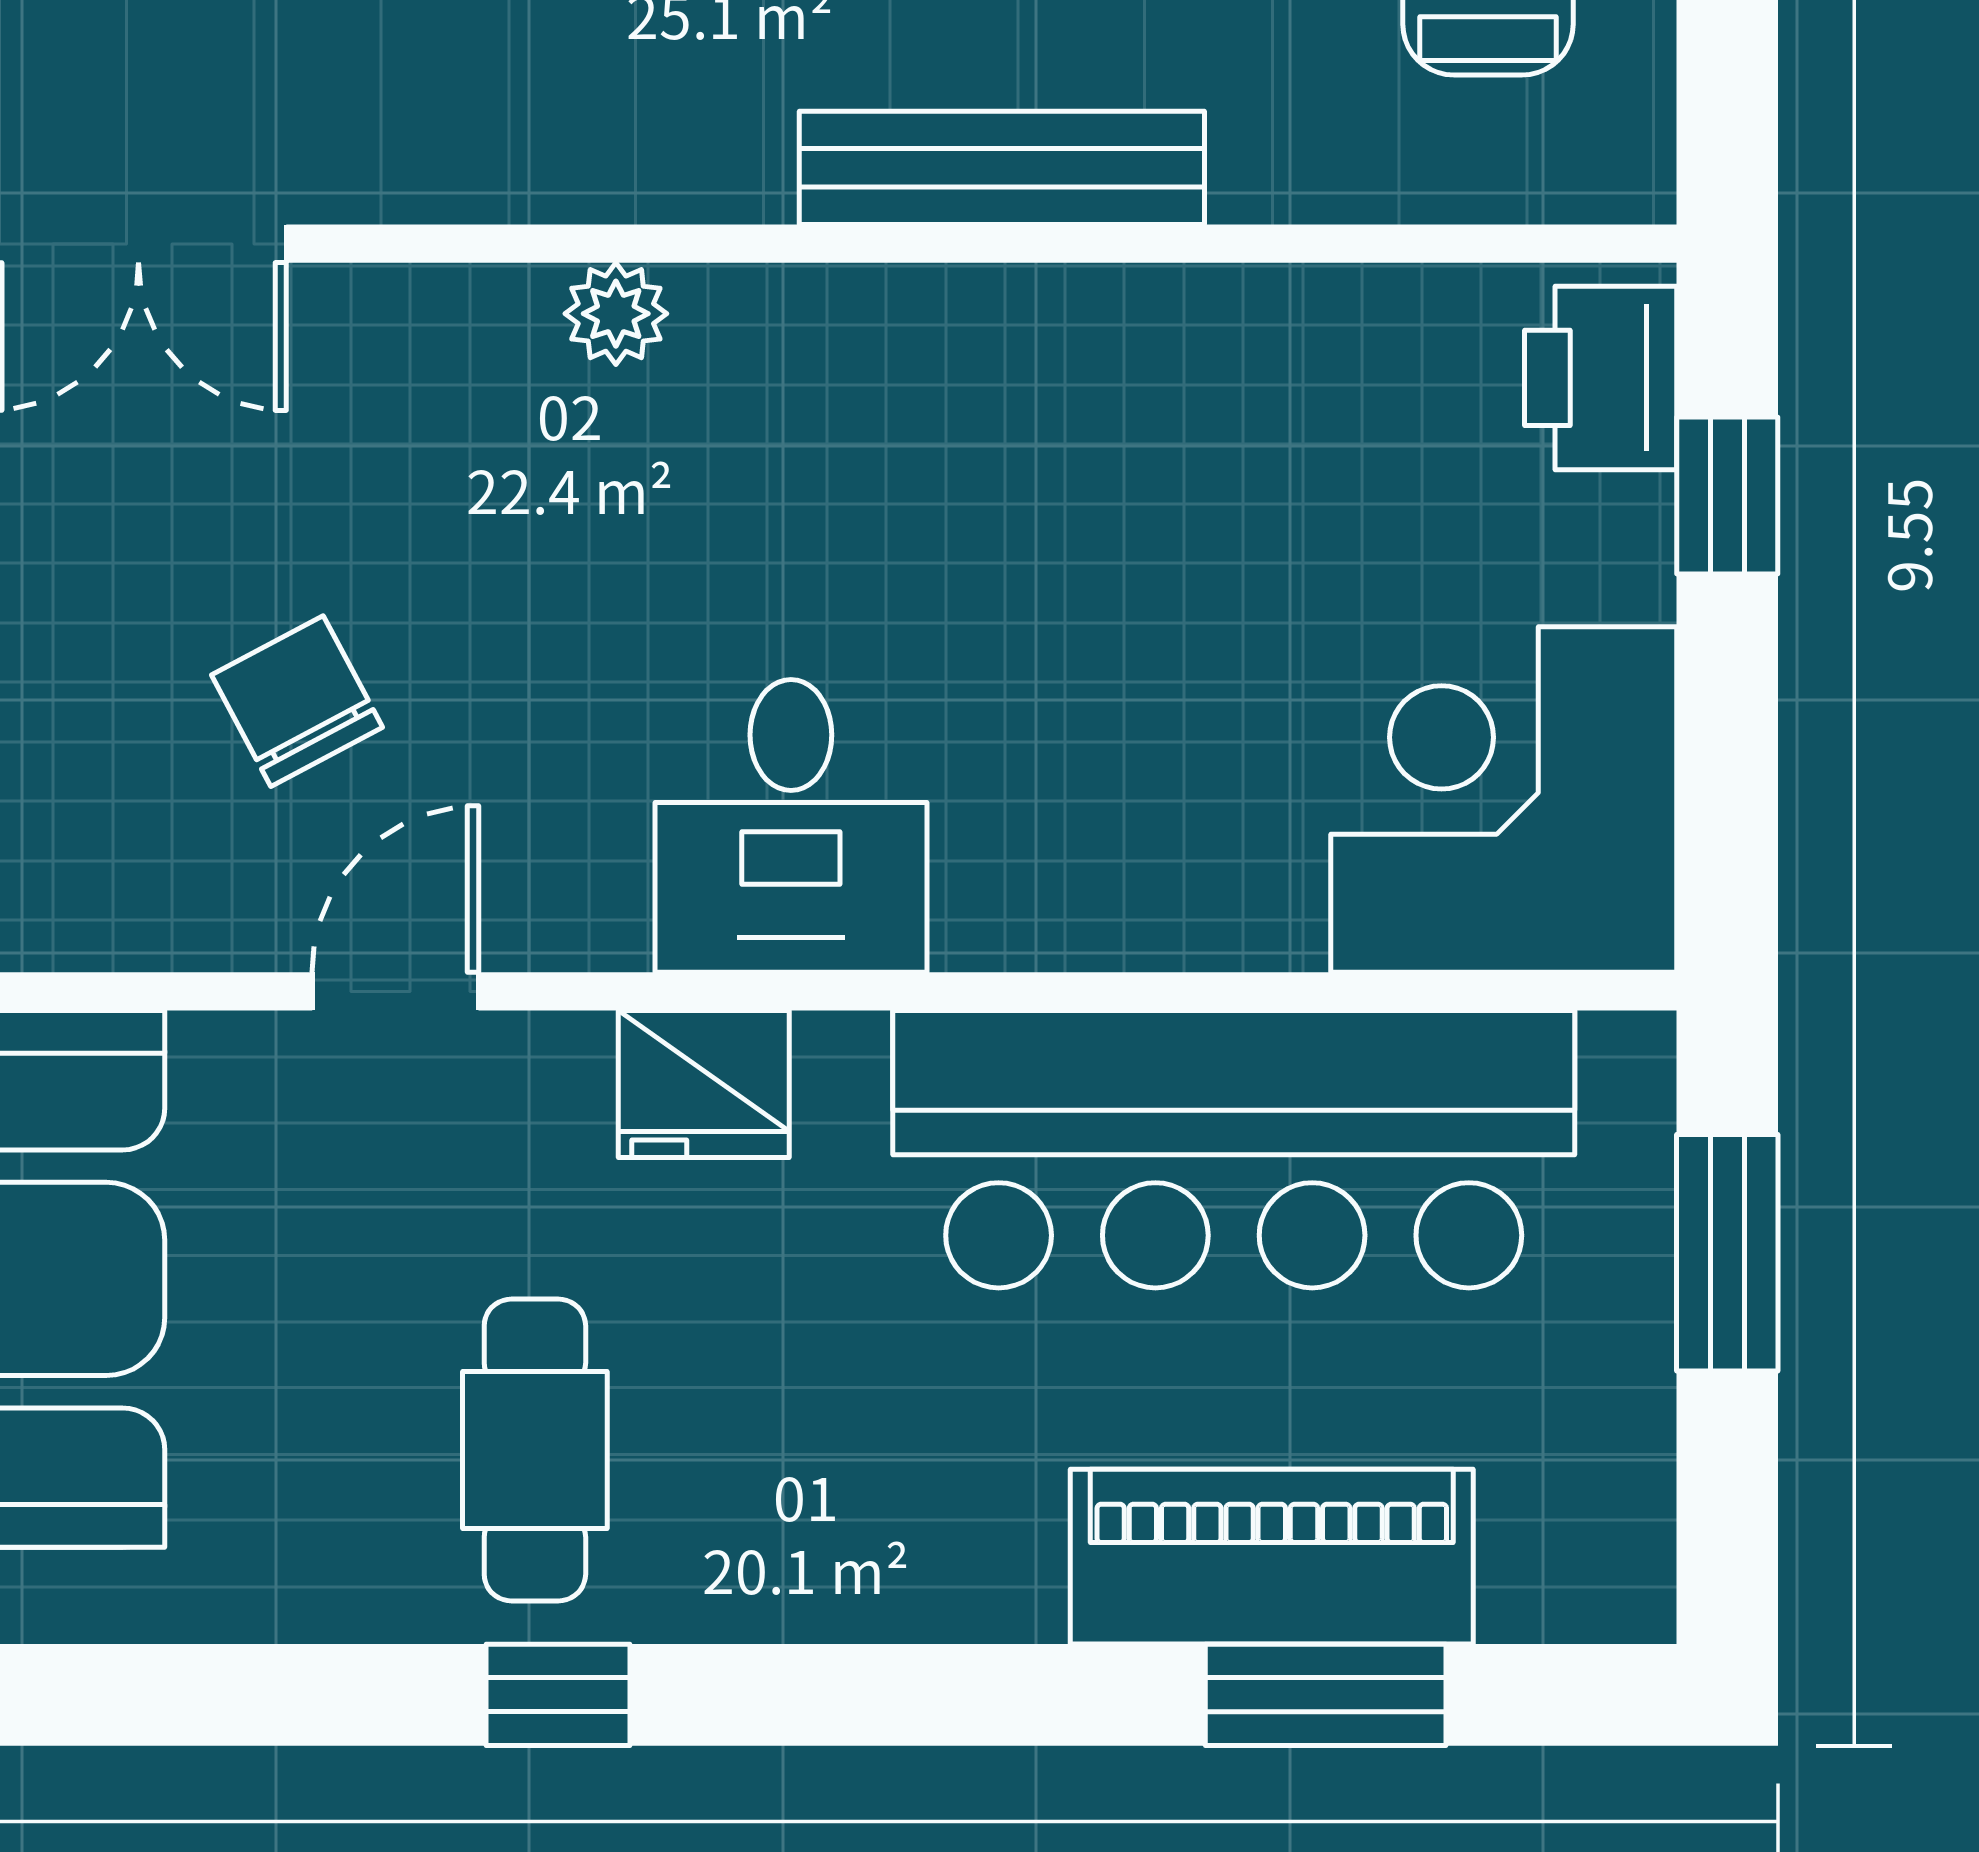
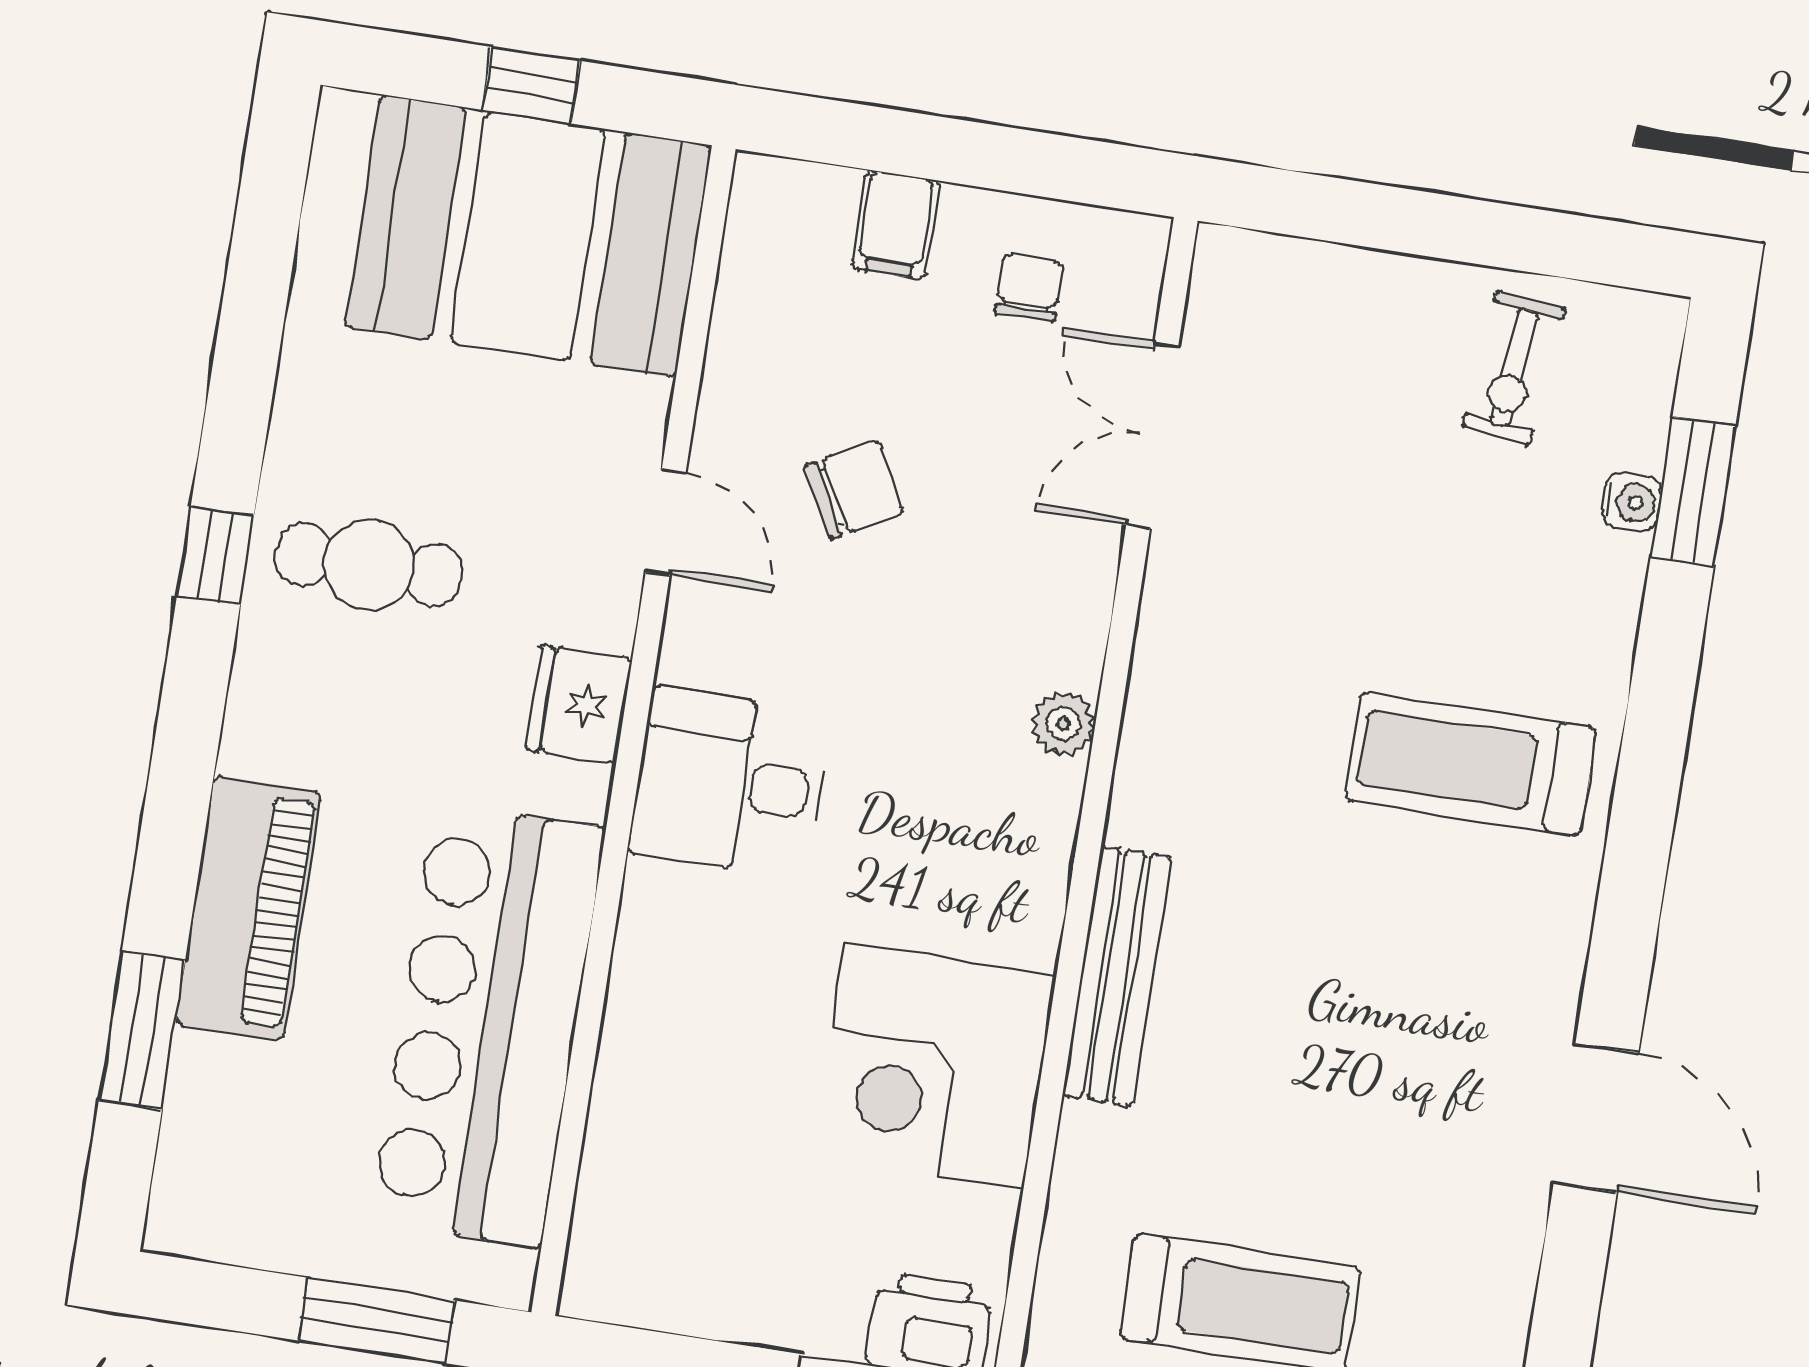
corner desk: (1504, 800) -> (933, 1066), moved, turned 180
piano: (1272, 1557) -> (248, 908), moved

